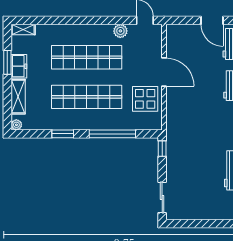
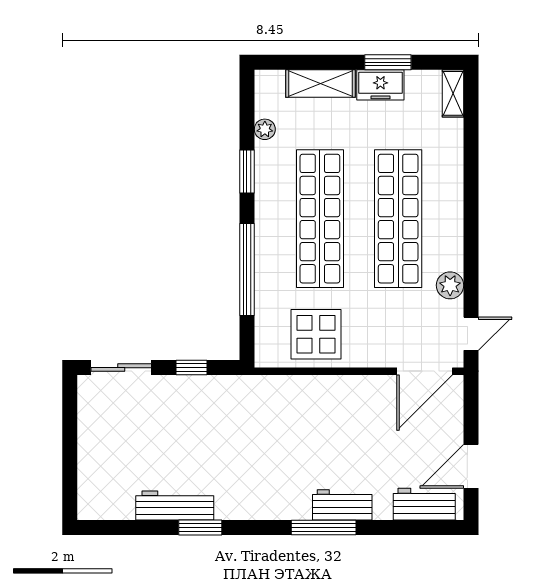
door: (164, 72) -> (425, 371), moved
plant: (16, 125) -> (265, 129), moved
window: (162, 149) -> (192, 368), moved

